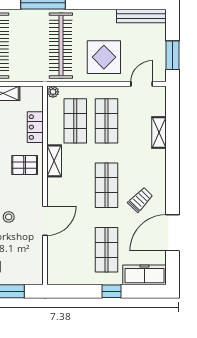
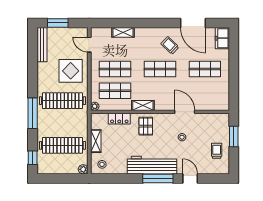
window: (172, 55) -> (58, 23), moved
freezer: (144, 275) -> (222, 38), width x0.71
window: (111, 291) -> (234, 66), removed

